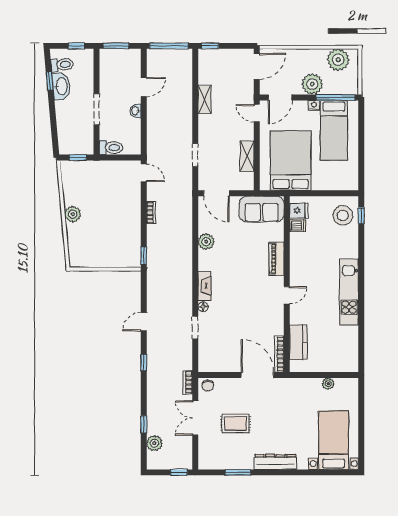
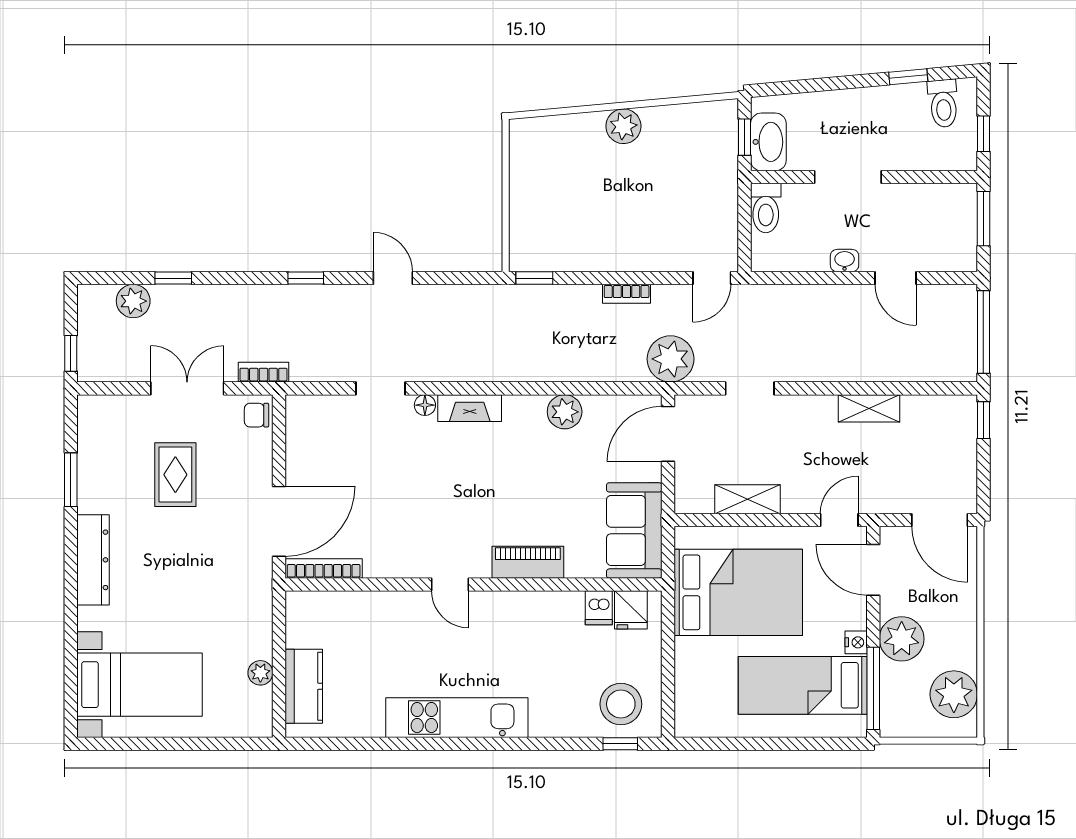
washbasin: (61, 86) -> (768, 142), moved, turned -85
plant: (181, 192) -> (671, 359), added
kitchen counter: (298, 342) -> (304, 686), moved, turned -90

